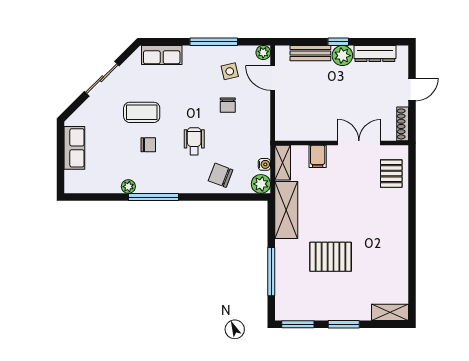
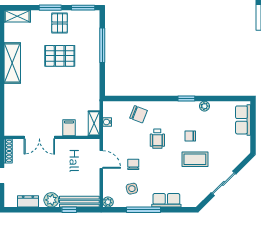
window: (338, 42) -> (69, 210), moved
bench: (310, 53) -> (79, 202), width x1.36
dresser: (375, 53) -> (28, 201), width x0.70
row of seats: (162, 55) -> (166, 200), moved
door: (273, 78) -> (101, 159), moved
row of seats: (74, 148) -> (243, 120), moved
pallet: (391, 174) -> (60, 23), moved
plant: (261, 184) -> (110, 108), removed
window: (154, 197) -> (186, 99), width x0.46
shelving: (286, 210) -> (12, 63), moved

